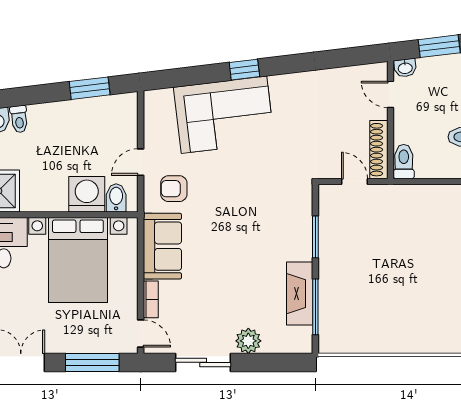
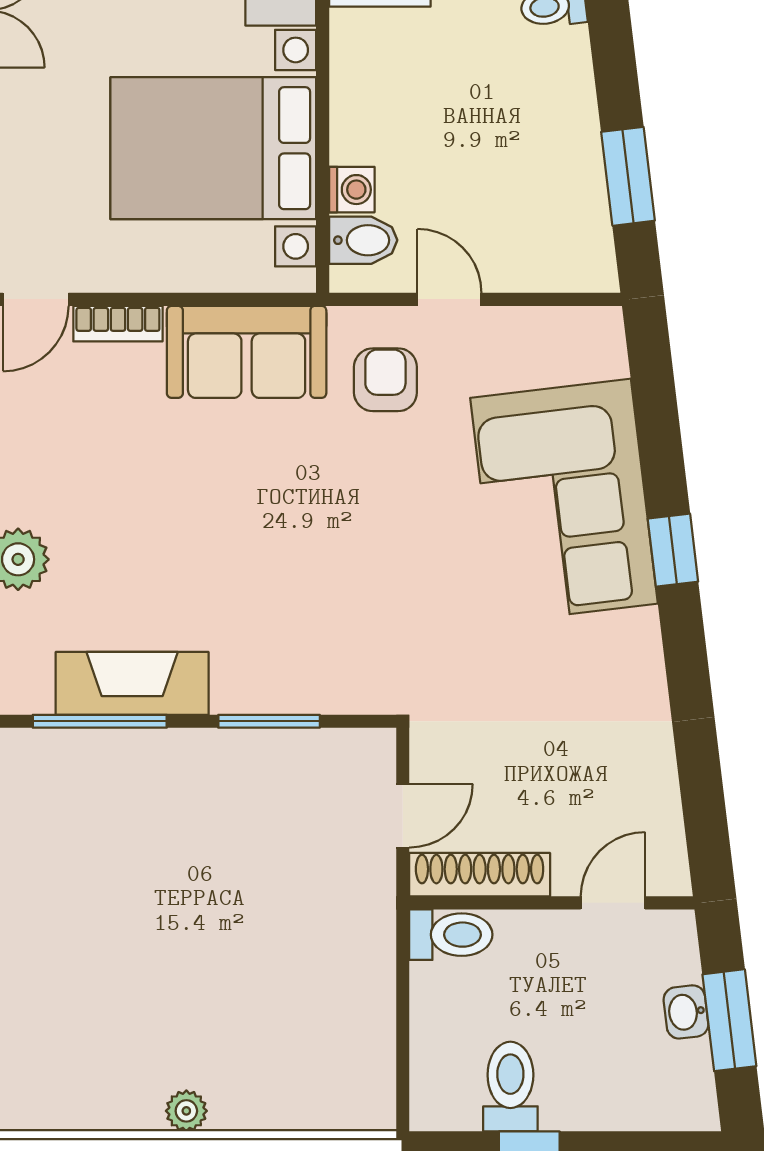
washbasin: (405, 68) -> (686, 1012), moved
washing machine: (87, 194) -> (352, 190), width x0.53, depth x0.53

